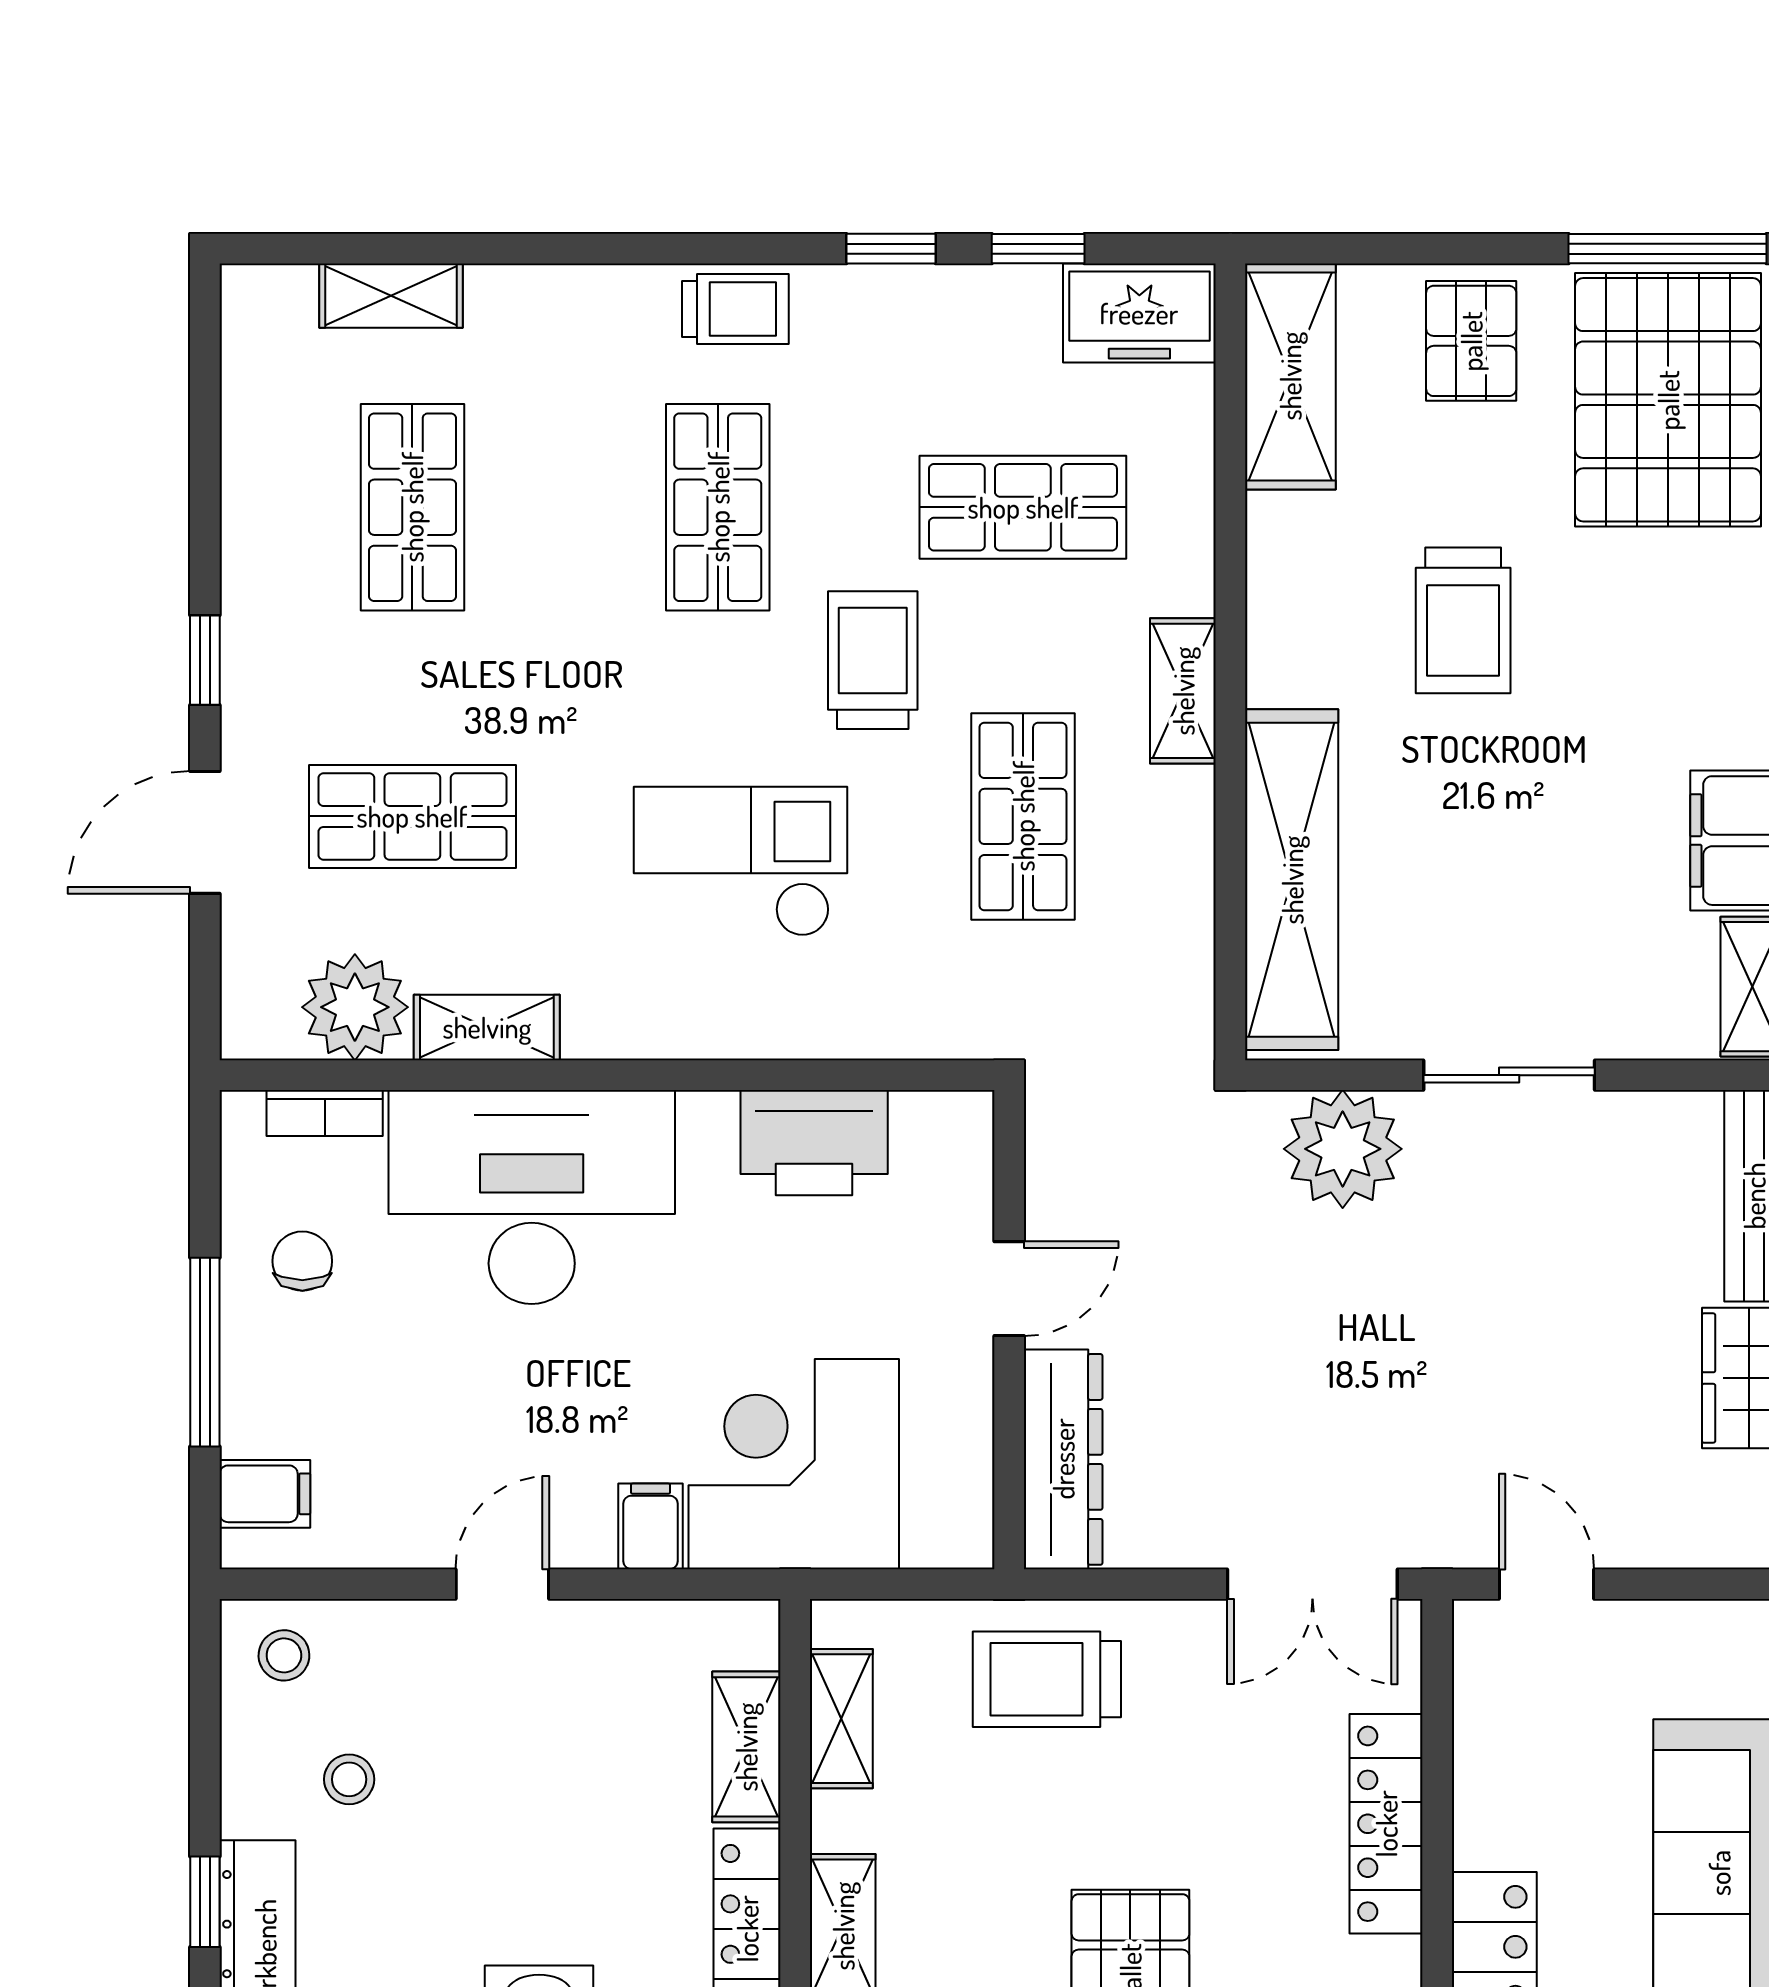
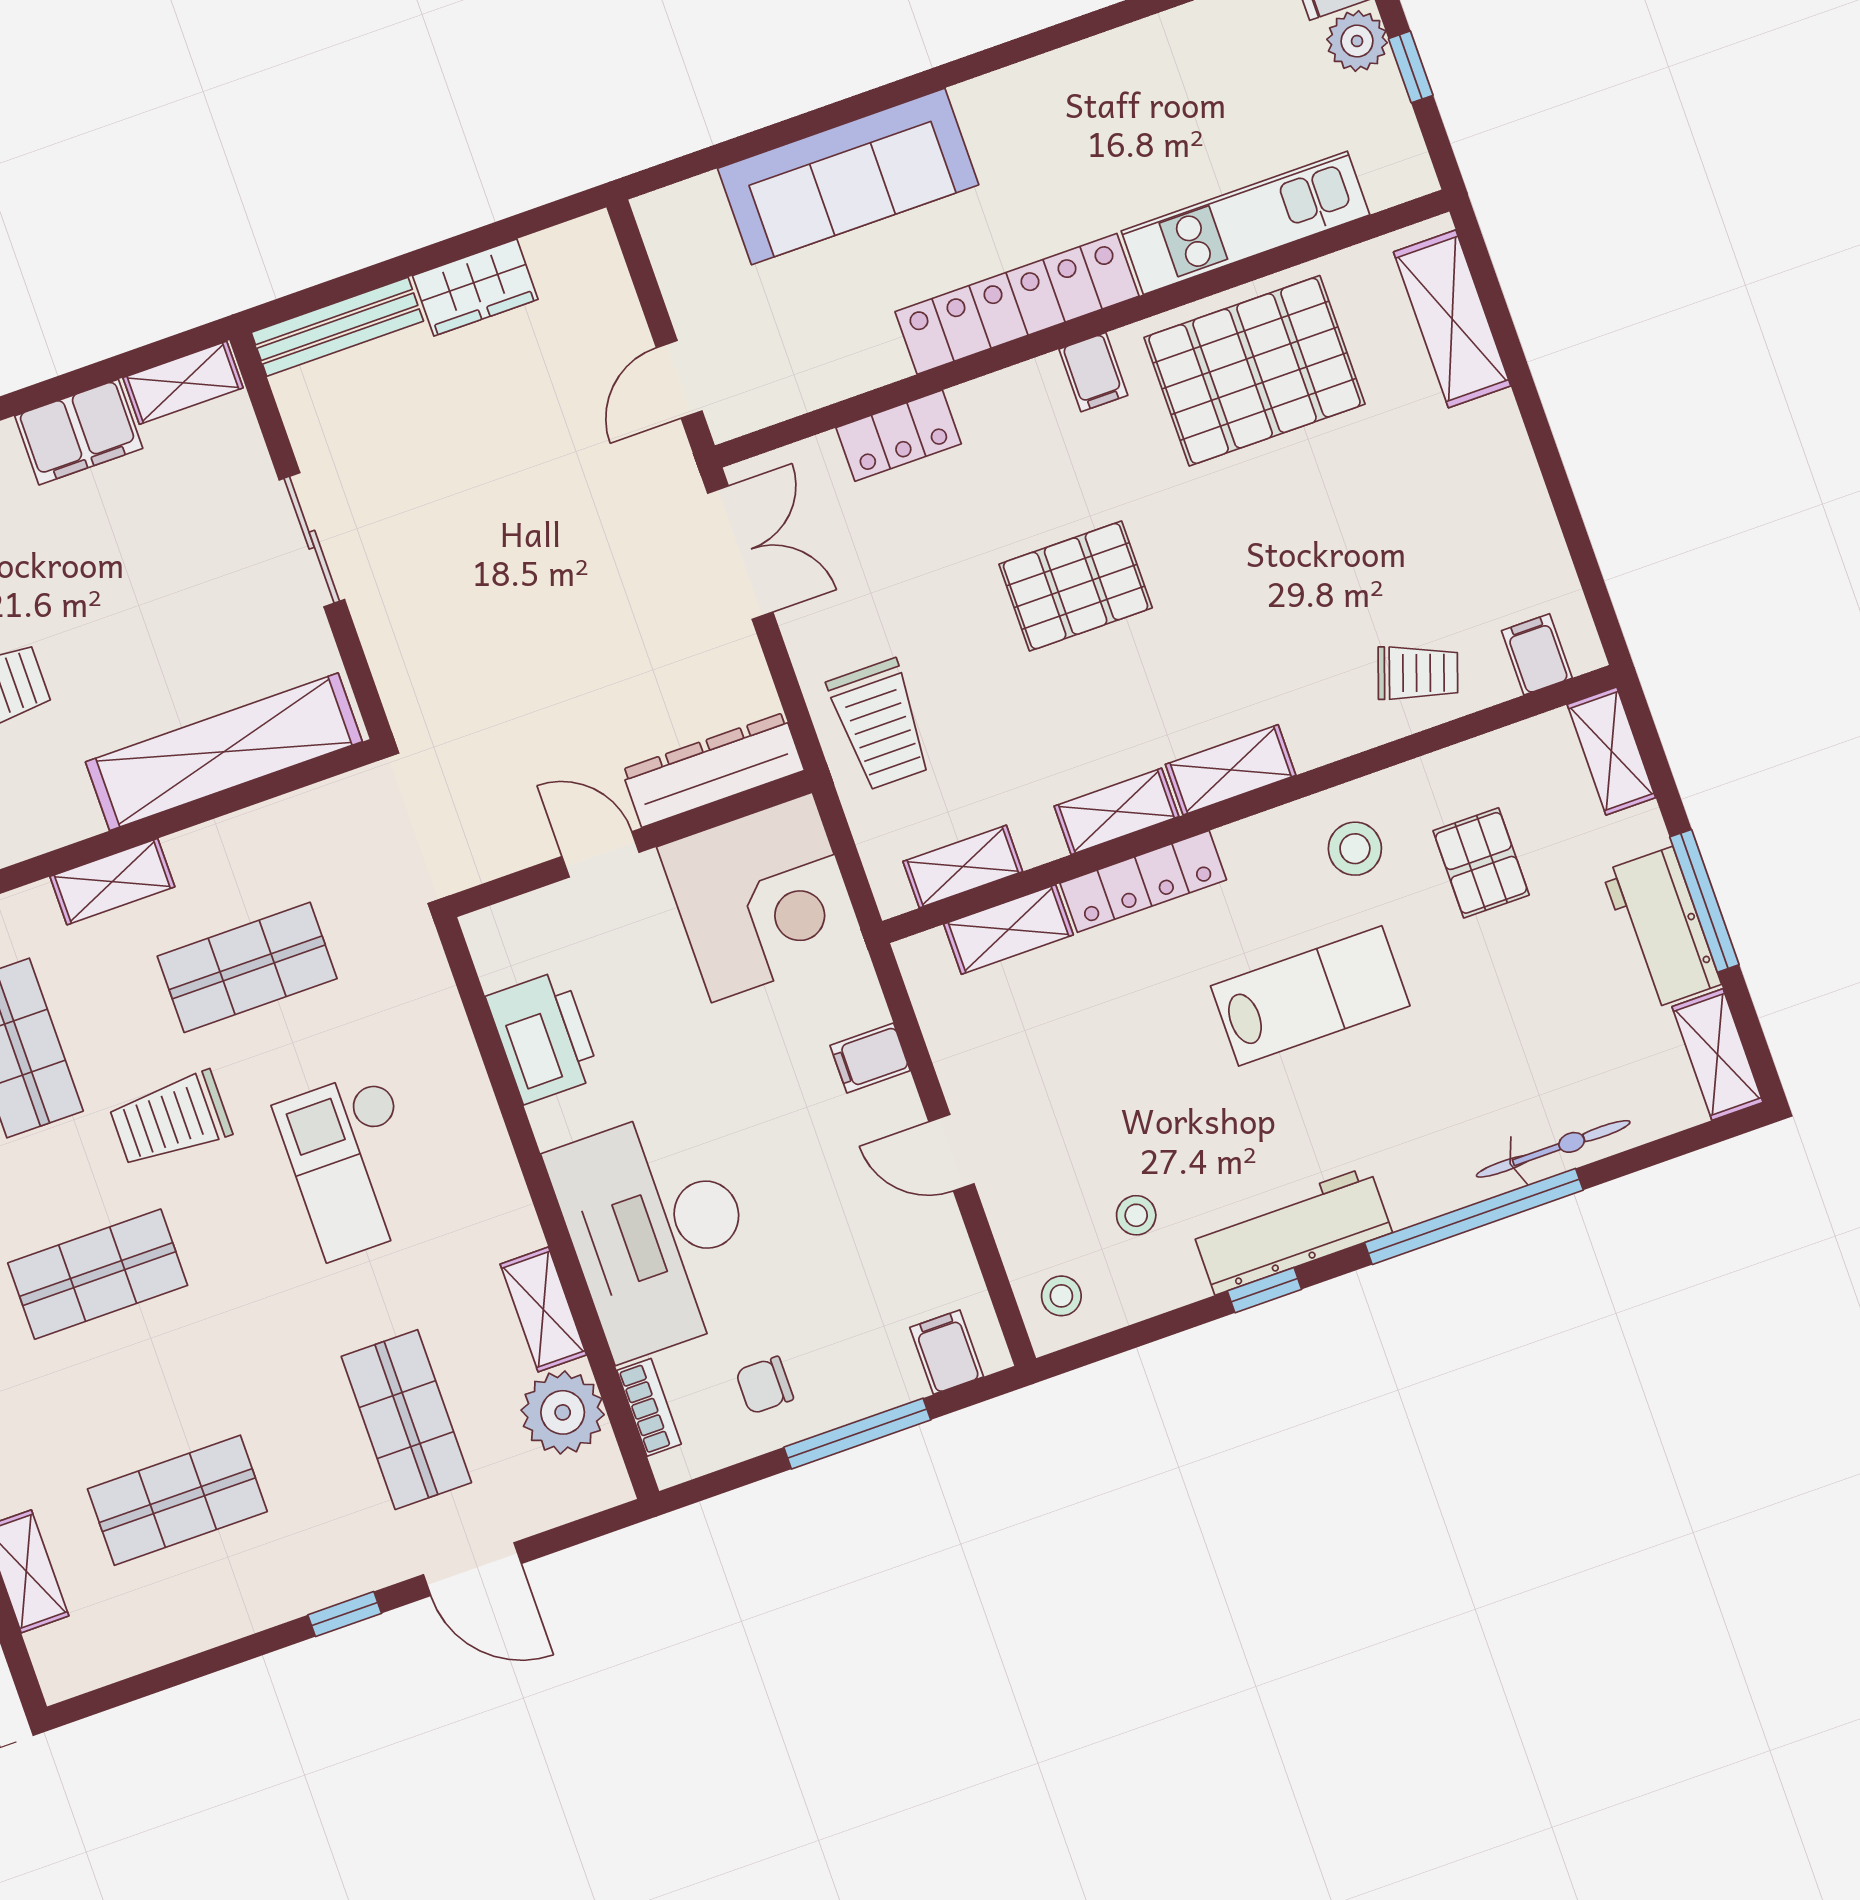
plant: (1343, 1149) -> (410, 644), removed
corner desk: (794, 1464) -> (762, 897), moved, turned -90
locker: (1386, 1824) -> (899, 436), width x0.66

